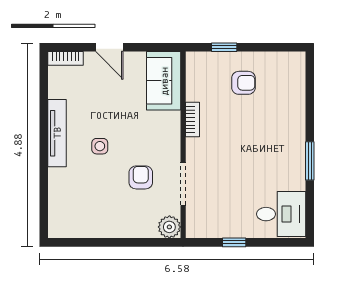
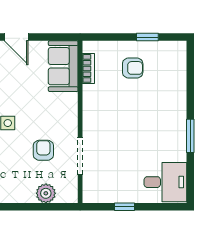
window: (224, 47) -> (147, 37), moved
bookcase: (192, 119) -> (88, 68), moved
plant: (169, 227) -> (46, 193), moved

